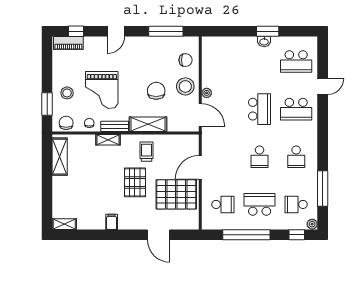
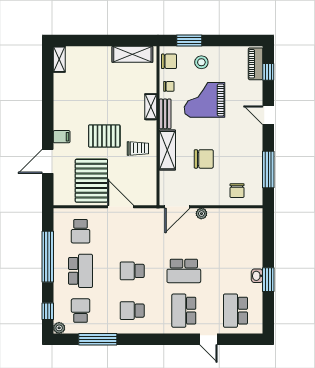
stool: (185, 86) -> (208, 190), removed
filing cabinet: (112, 222) -> (62, 137), moved

